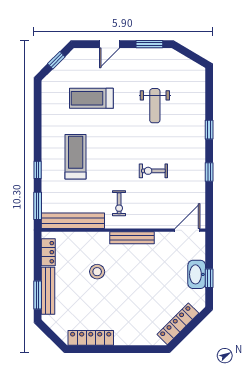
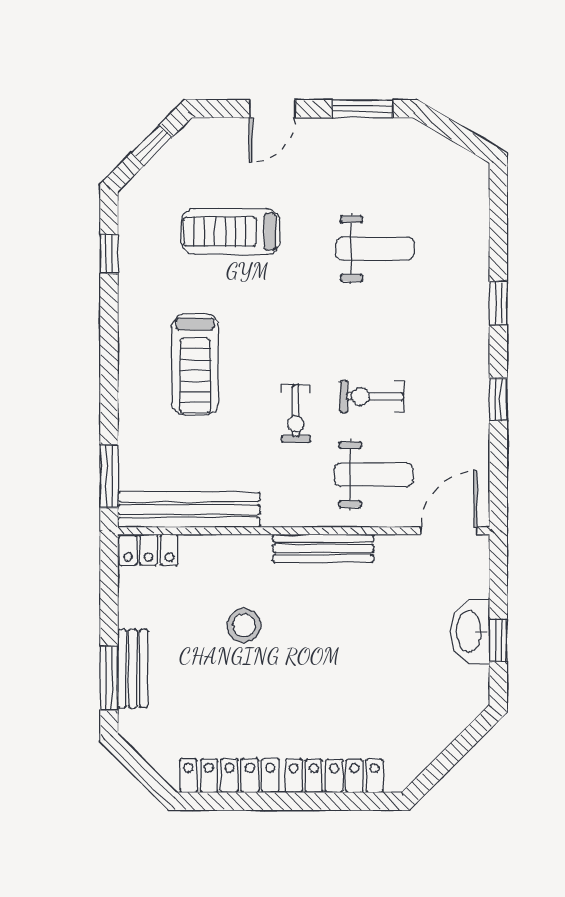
weight bench: (155, 106) -> (375, 249), turned -90
treadmill: (76, 157) -> (195, 364), turned 180
window: (38, 170) -> (109, 254), moved
exercise bike: (119, 203) -> (296, 414), moved
weight bench: (154, 205) -> (374, 475), added
locker: (48, 252) -> (149, 550), moved, turned 90
bench: (48, 291) -> (133, 668), width x0.73
locker: (178, 324) -> (334, 776), moved, turned 45

